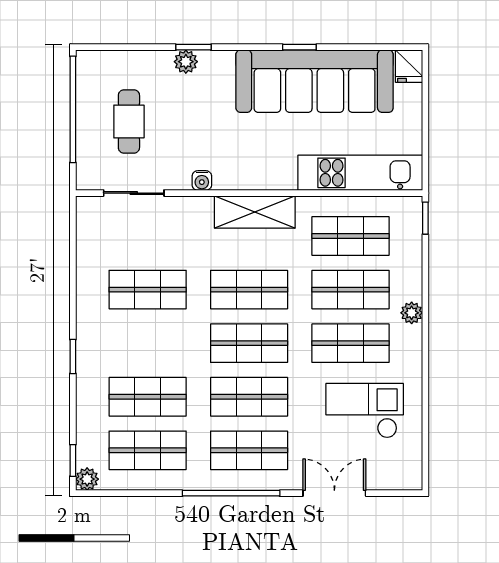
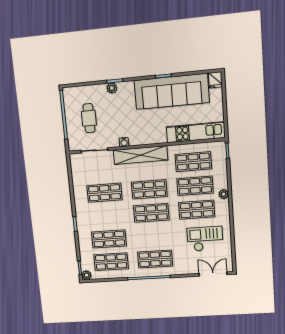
shelving: (255, 212) -> (140, 155), width x1.47
shop shelf: (249, 397) -> (153, 236), removed
double door: (334, 493) -> (213, 274), moved

